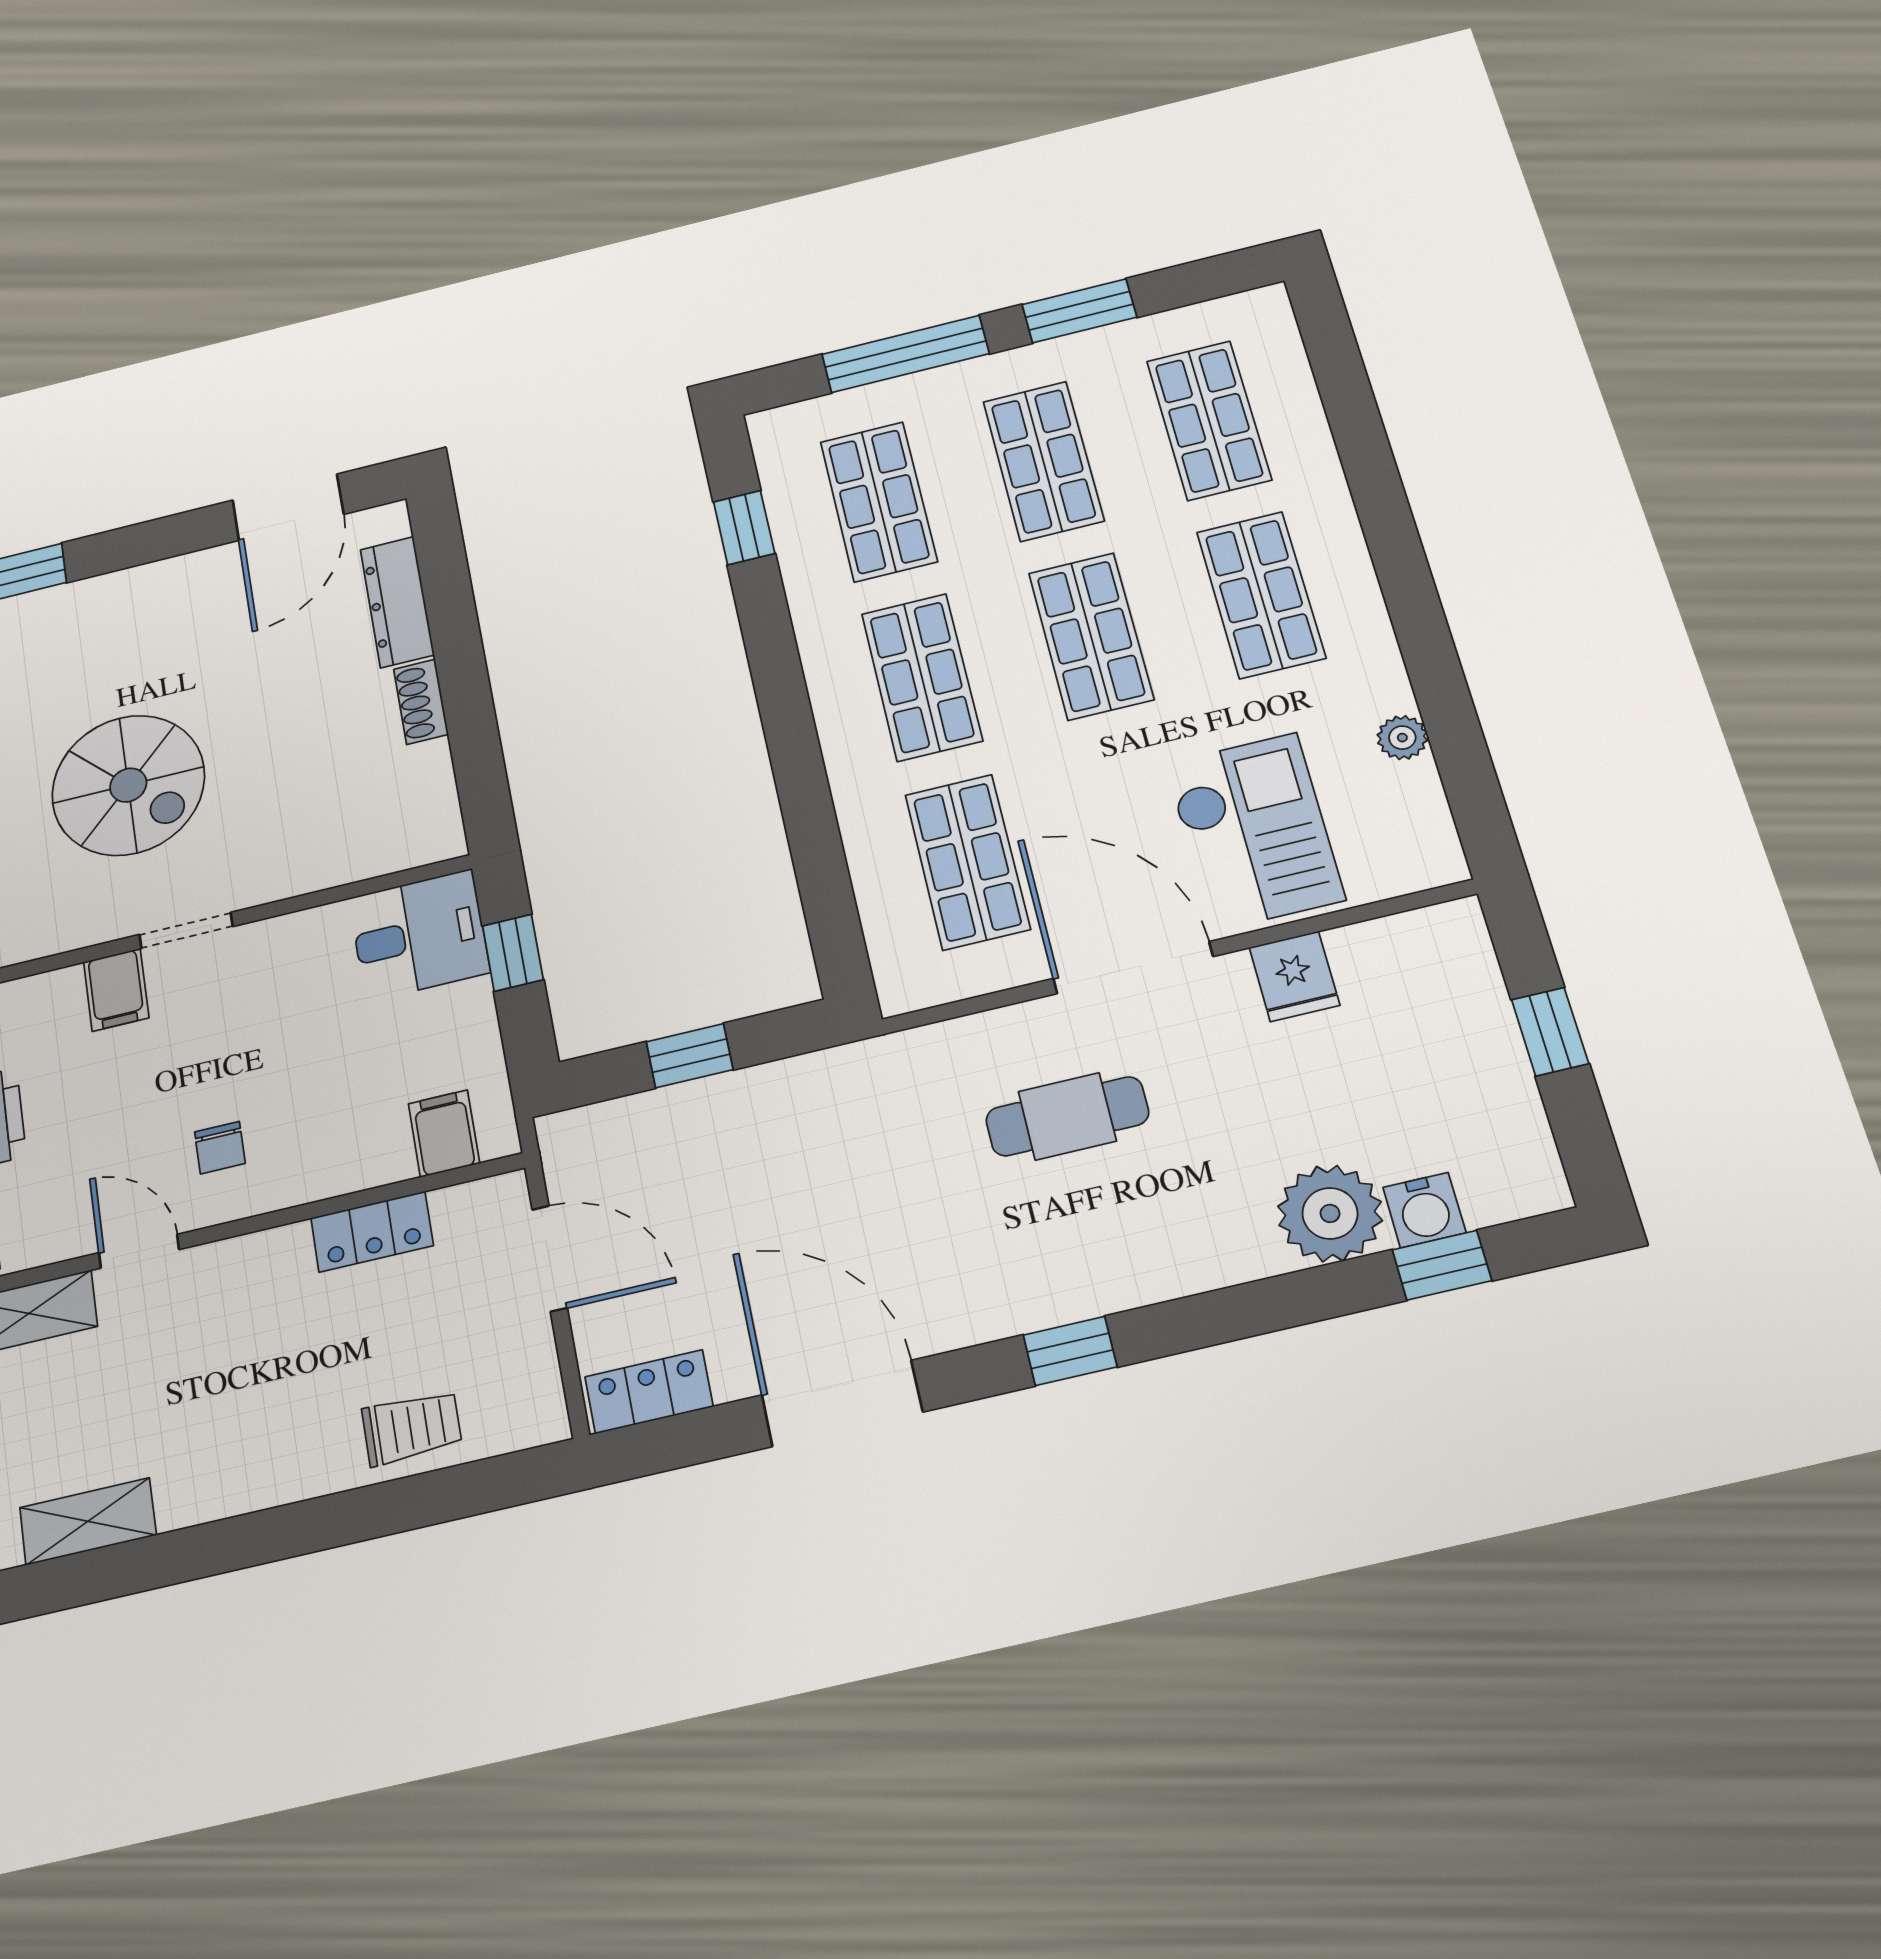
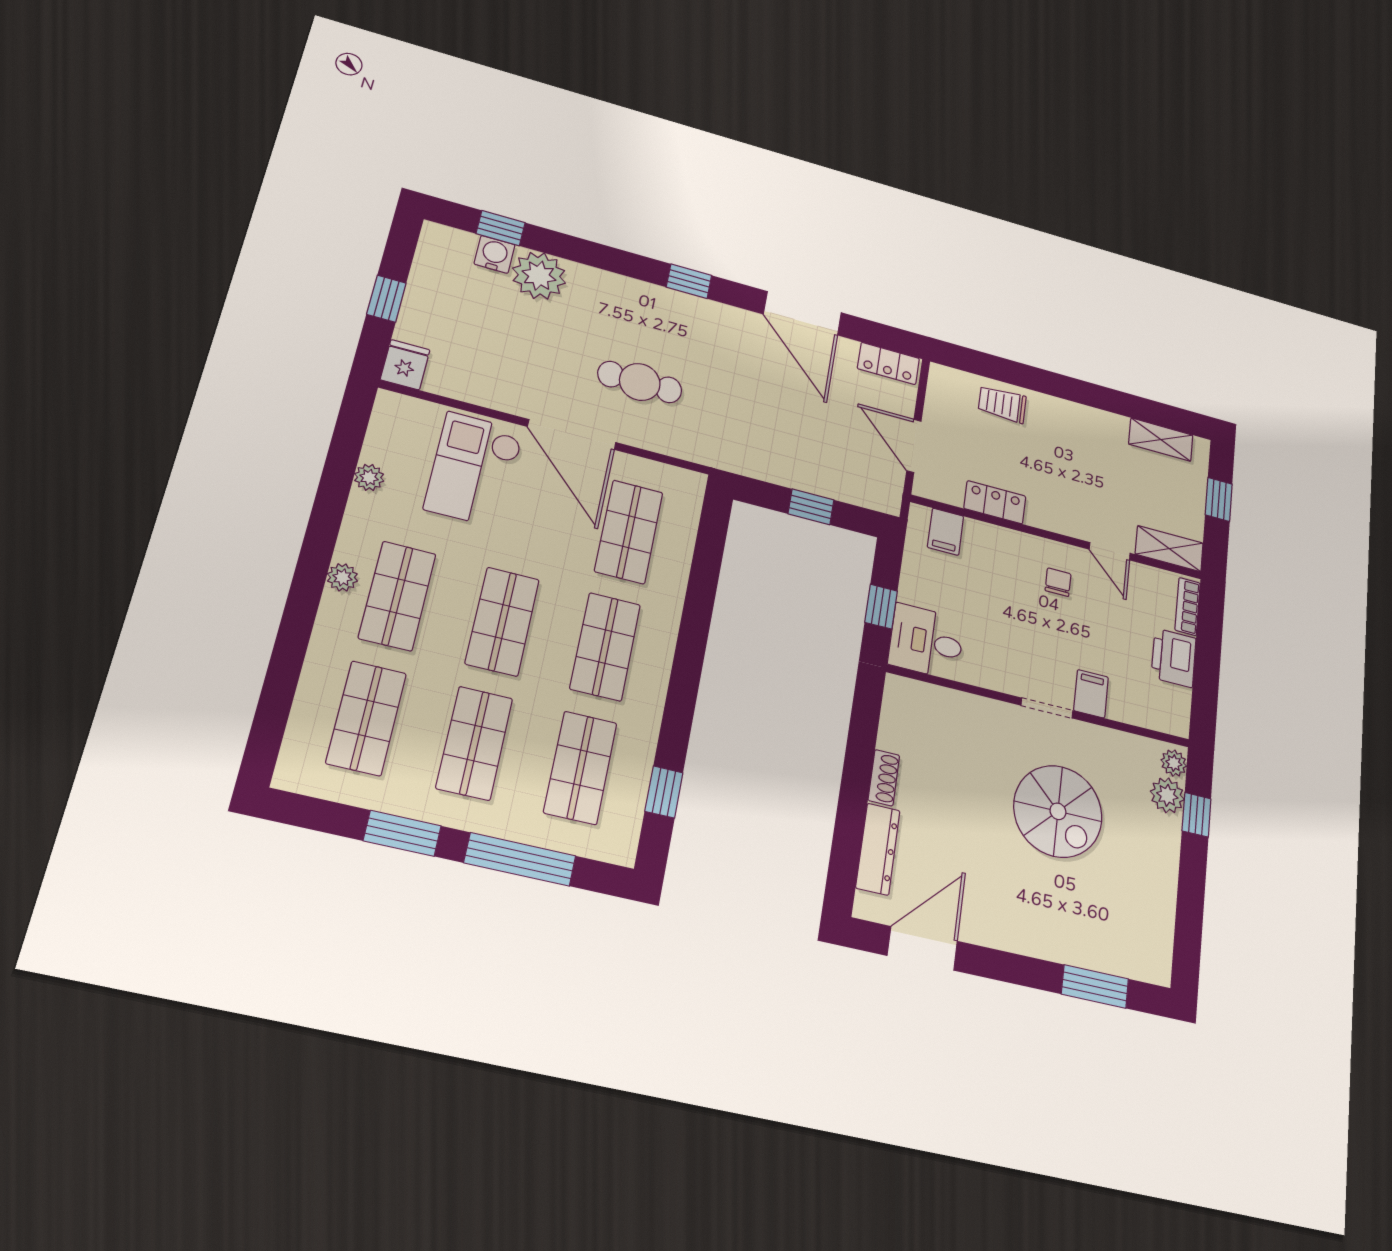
plant: (1353, 580) -> (342, 577), added
spiral stairs: (128, 785) -> (1058, 811), turned 180
fridge: (1294, 976) -> (405, 365), moved

